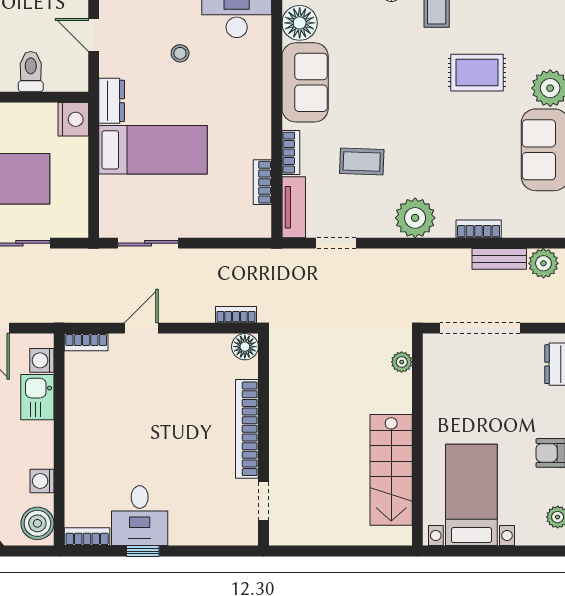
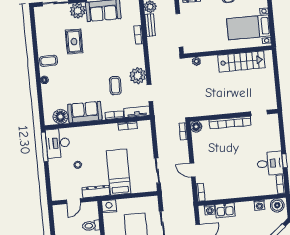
dresser: (112, 101) -> (96, 192), width x1.44
plant: (415, 218) -> (138, 76), moved

